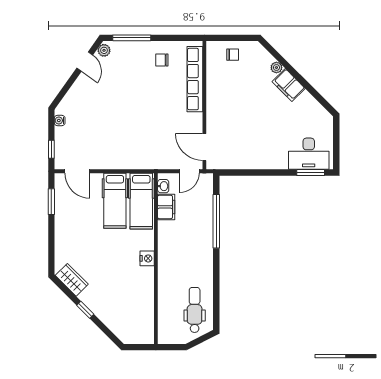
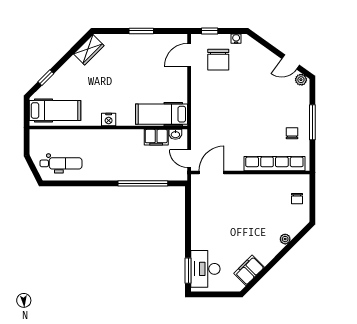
window: (132, 38) -> (312, 122), moved
filing cabinet: (289, 85) -> (249, 270), moved
chair: (82, 140) -> (218, 60), added
hospital bed: (115, 201) -> (55, 110), moved, turned 180
window: (51, 202) -> (141, 31), moved
window: (85, 310) -> (46, 78), moved

